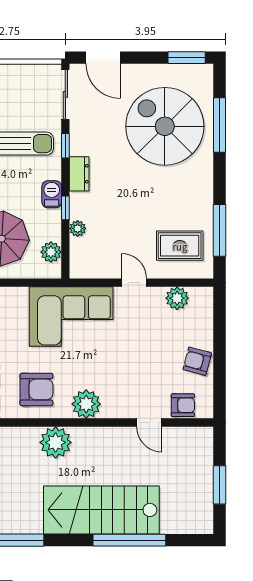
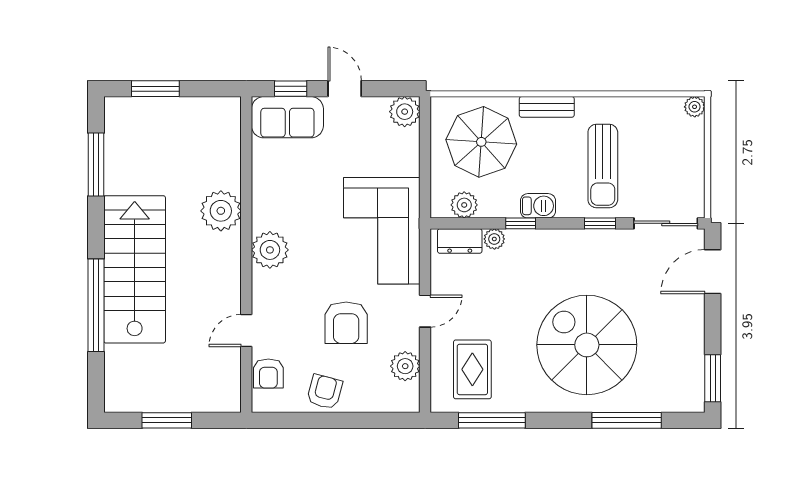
spiral stairs: (165, 126) -> (587, 345), moved, turned -90
dresser: (79, 174) -> (460, 241), moved
armchair: (36, 389) -> (346, 323), moved

